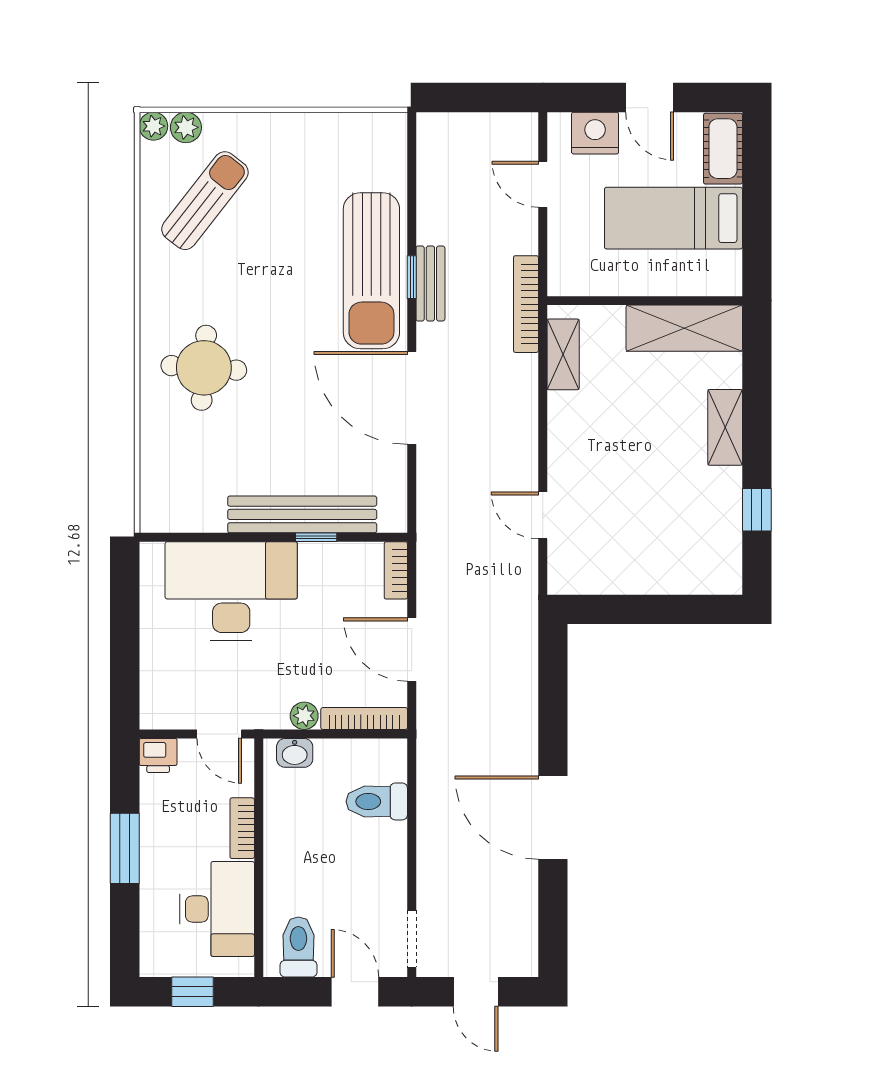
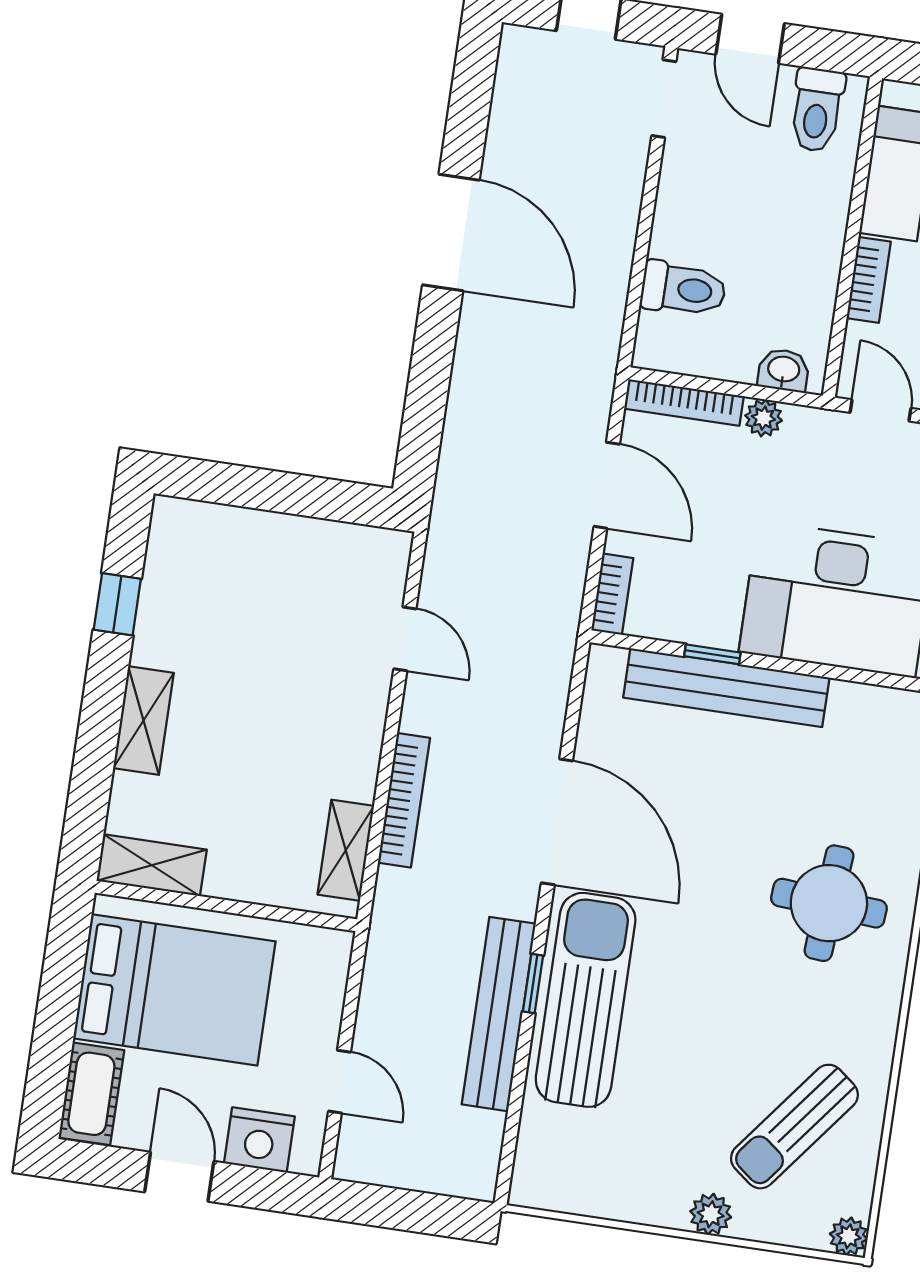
plant: (186, 127) -> (711, 1214), moved
bed: (673, 218) -> (174, 990), width x1.50
bench: (430, 283) -> (499, 1014), width x1.86, depth x1.21
bookcase: (526, 304) -> (404, 800), moved
shelving: (684, 328) -> (152, 865), width x0.67, depth x0.75

